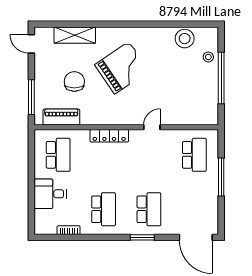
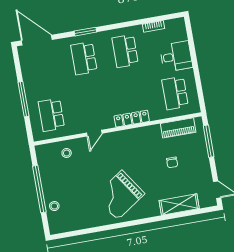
stool: (185, 39) -> (67, 153), moved, width x0.53, depth x0.53
grand piano: (122, 68) -> (120, 195), moved
chair: (74, 81) -> (172, 162), width x0.54, depth x0.54

